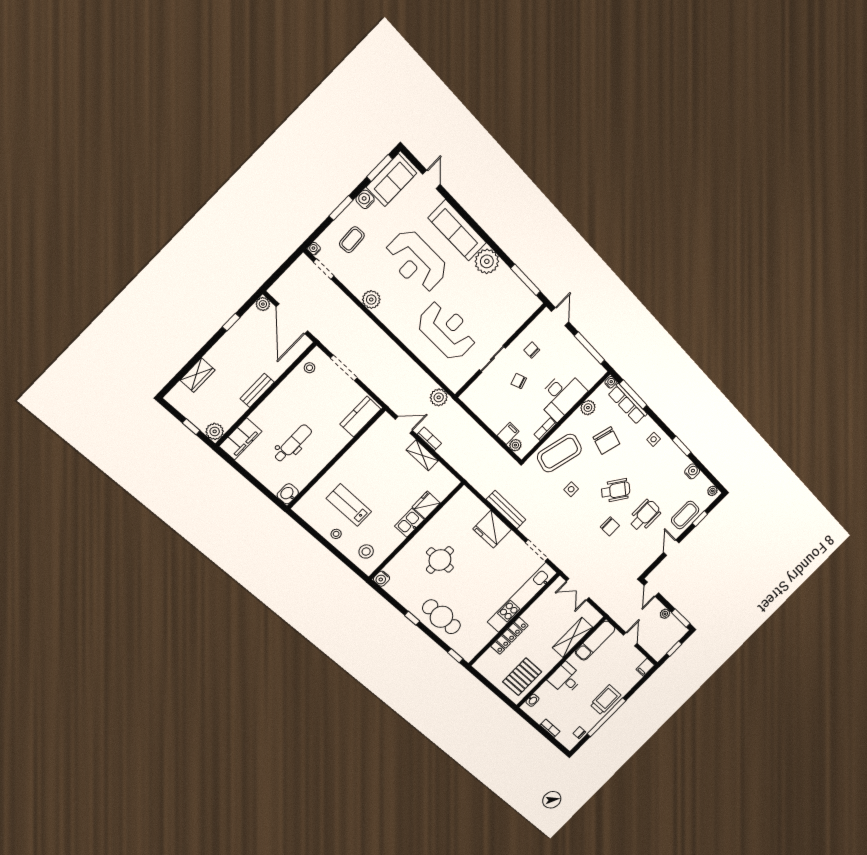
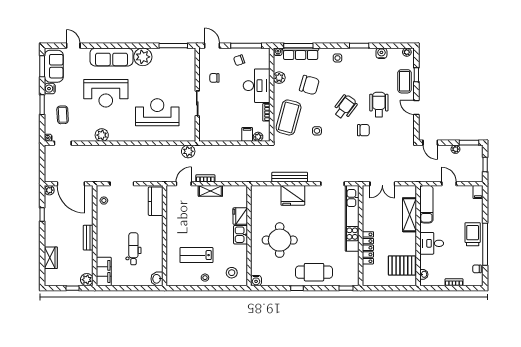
chair: (519, 381) -> (239, 60), moved
round table: (440, 560) -> (280, 240), width x1.36, depth x1.36
pallet: (522, 677) -> (402, 265), turned 90

